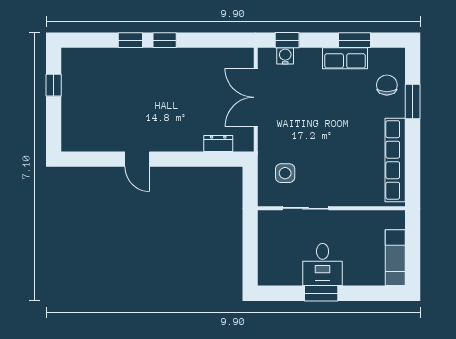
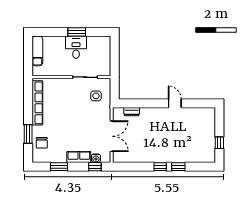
row of seats: (345, 58) -> (79, 157), moved

